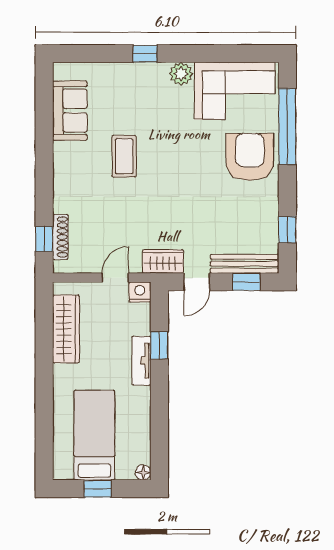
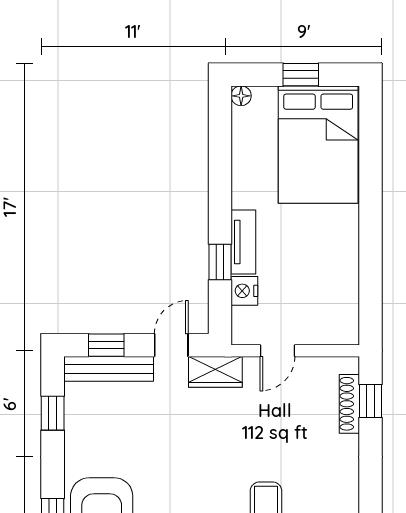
nightstand: (140, 292) -> (244, 291), moved, turned 90
wardrobe: (66, 329) -> (342, 283), removed
bed: (94, 435) -> (318, 145), width x1.50

